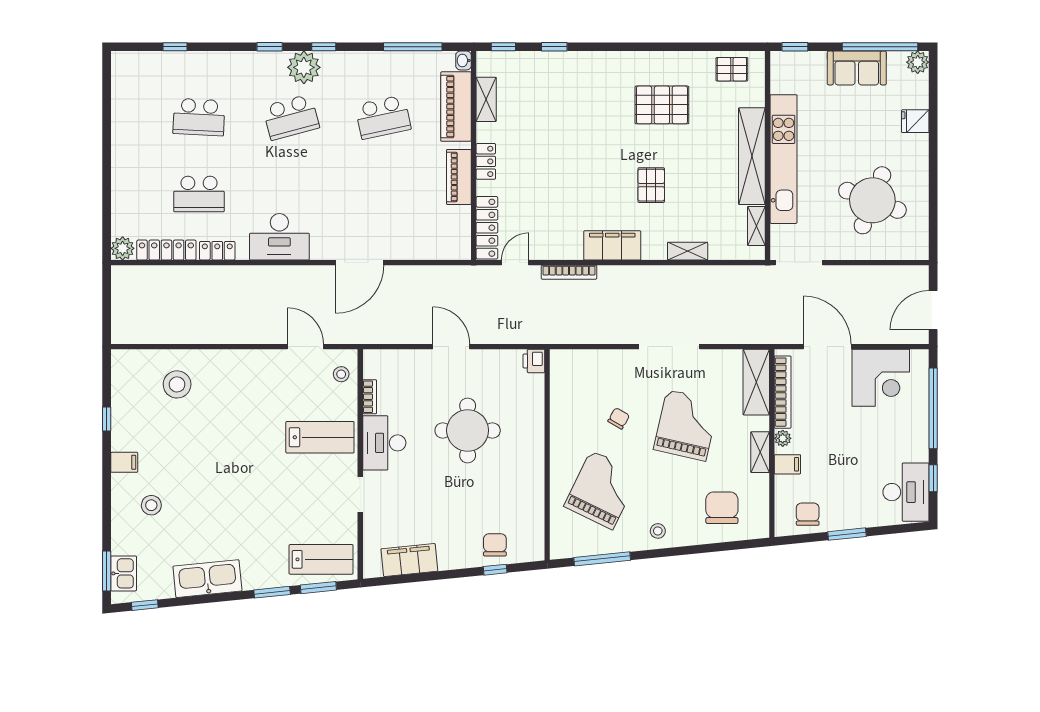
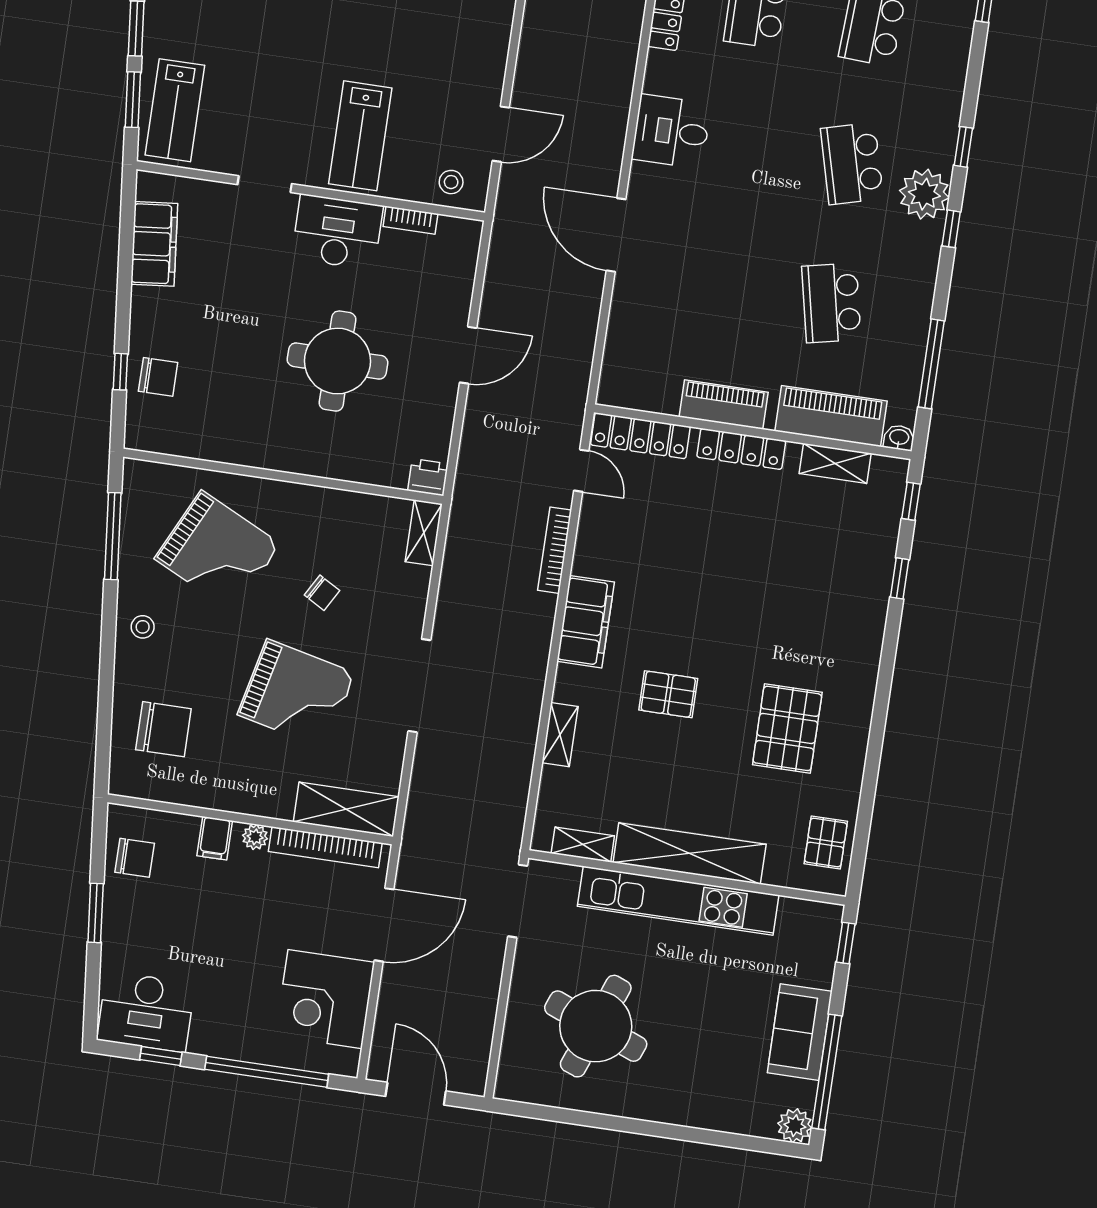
fridge: (915, 121) -> (706, 1109), removed
locker: (486, 161) -> (741, 449), width x1.53
desk: (279, 237) -> (671, 131), width x0.73
shelving: (760, 452) -> (424, 533), moved, turned 90

